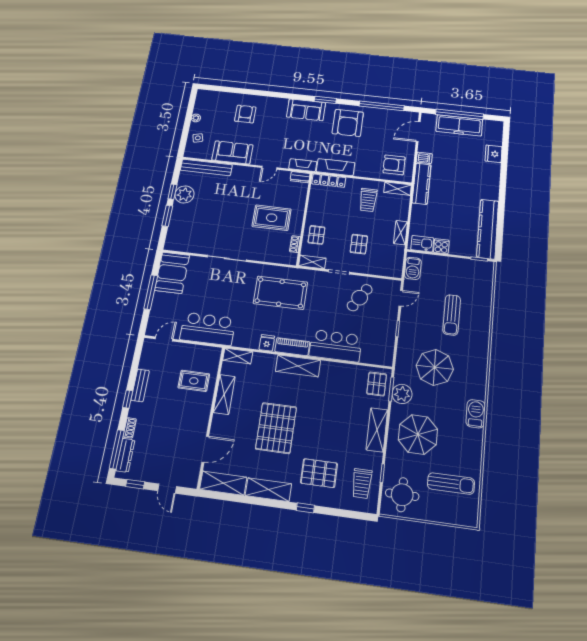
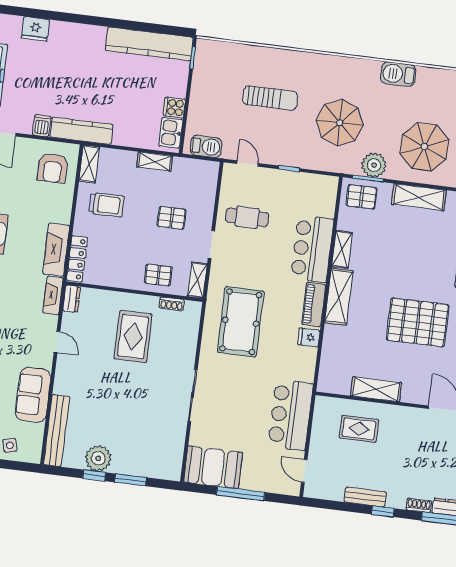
cafe table: (360, 298) -> (247, 217), turned -32
shelving: (238, 356) -> (342, 249), moved
rug: (194, 381) -> (359, 429), turned 90

